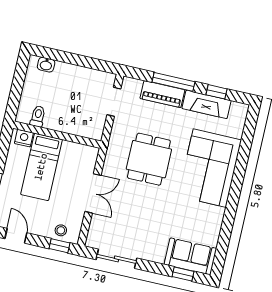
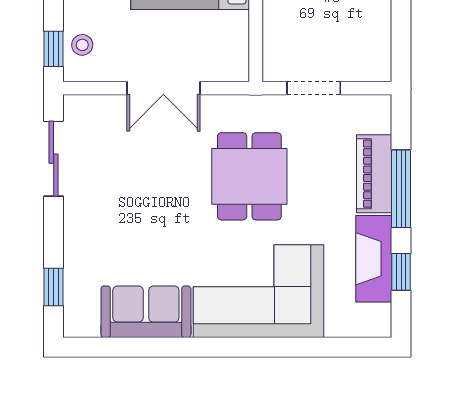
doorway: (114, 102) -> (314, 88), moved
dining table: (149, 159) -> (249, 176), turned 90
sofa: (190, 256) -> (146, 312), moved, turned -90

